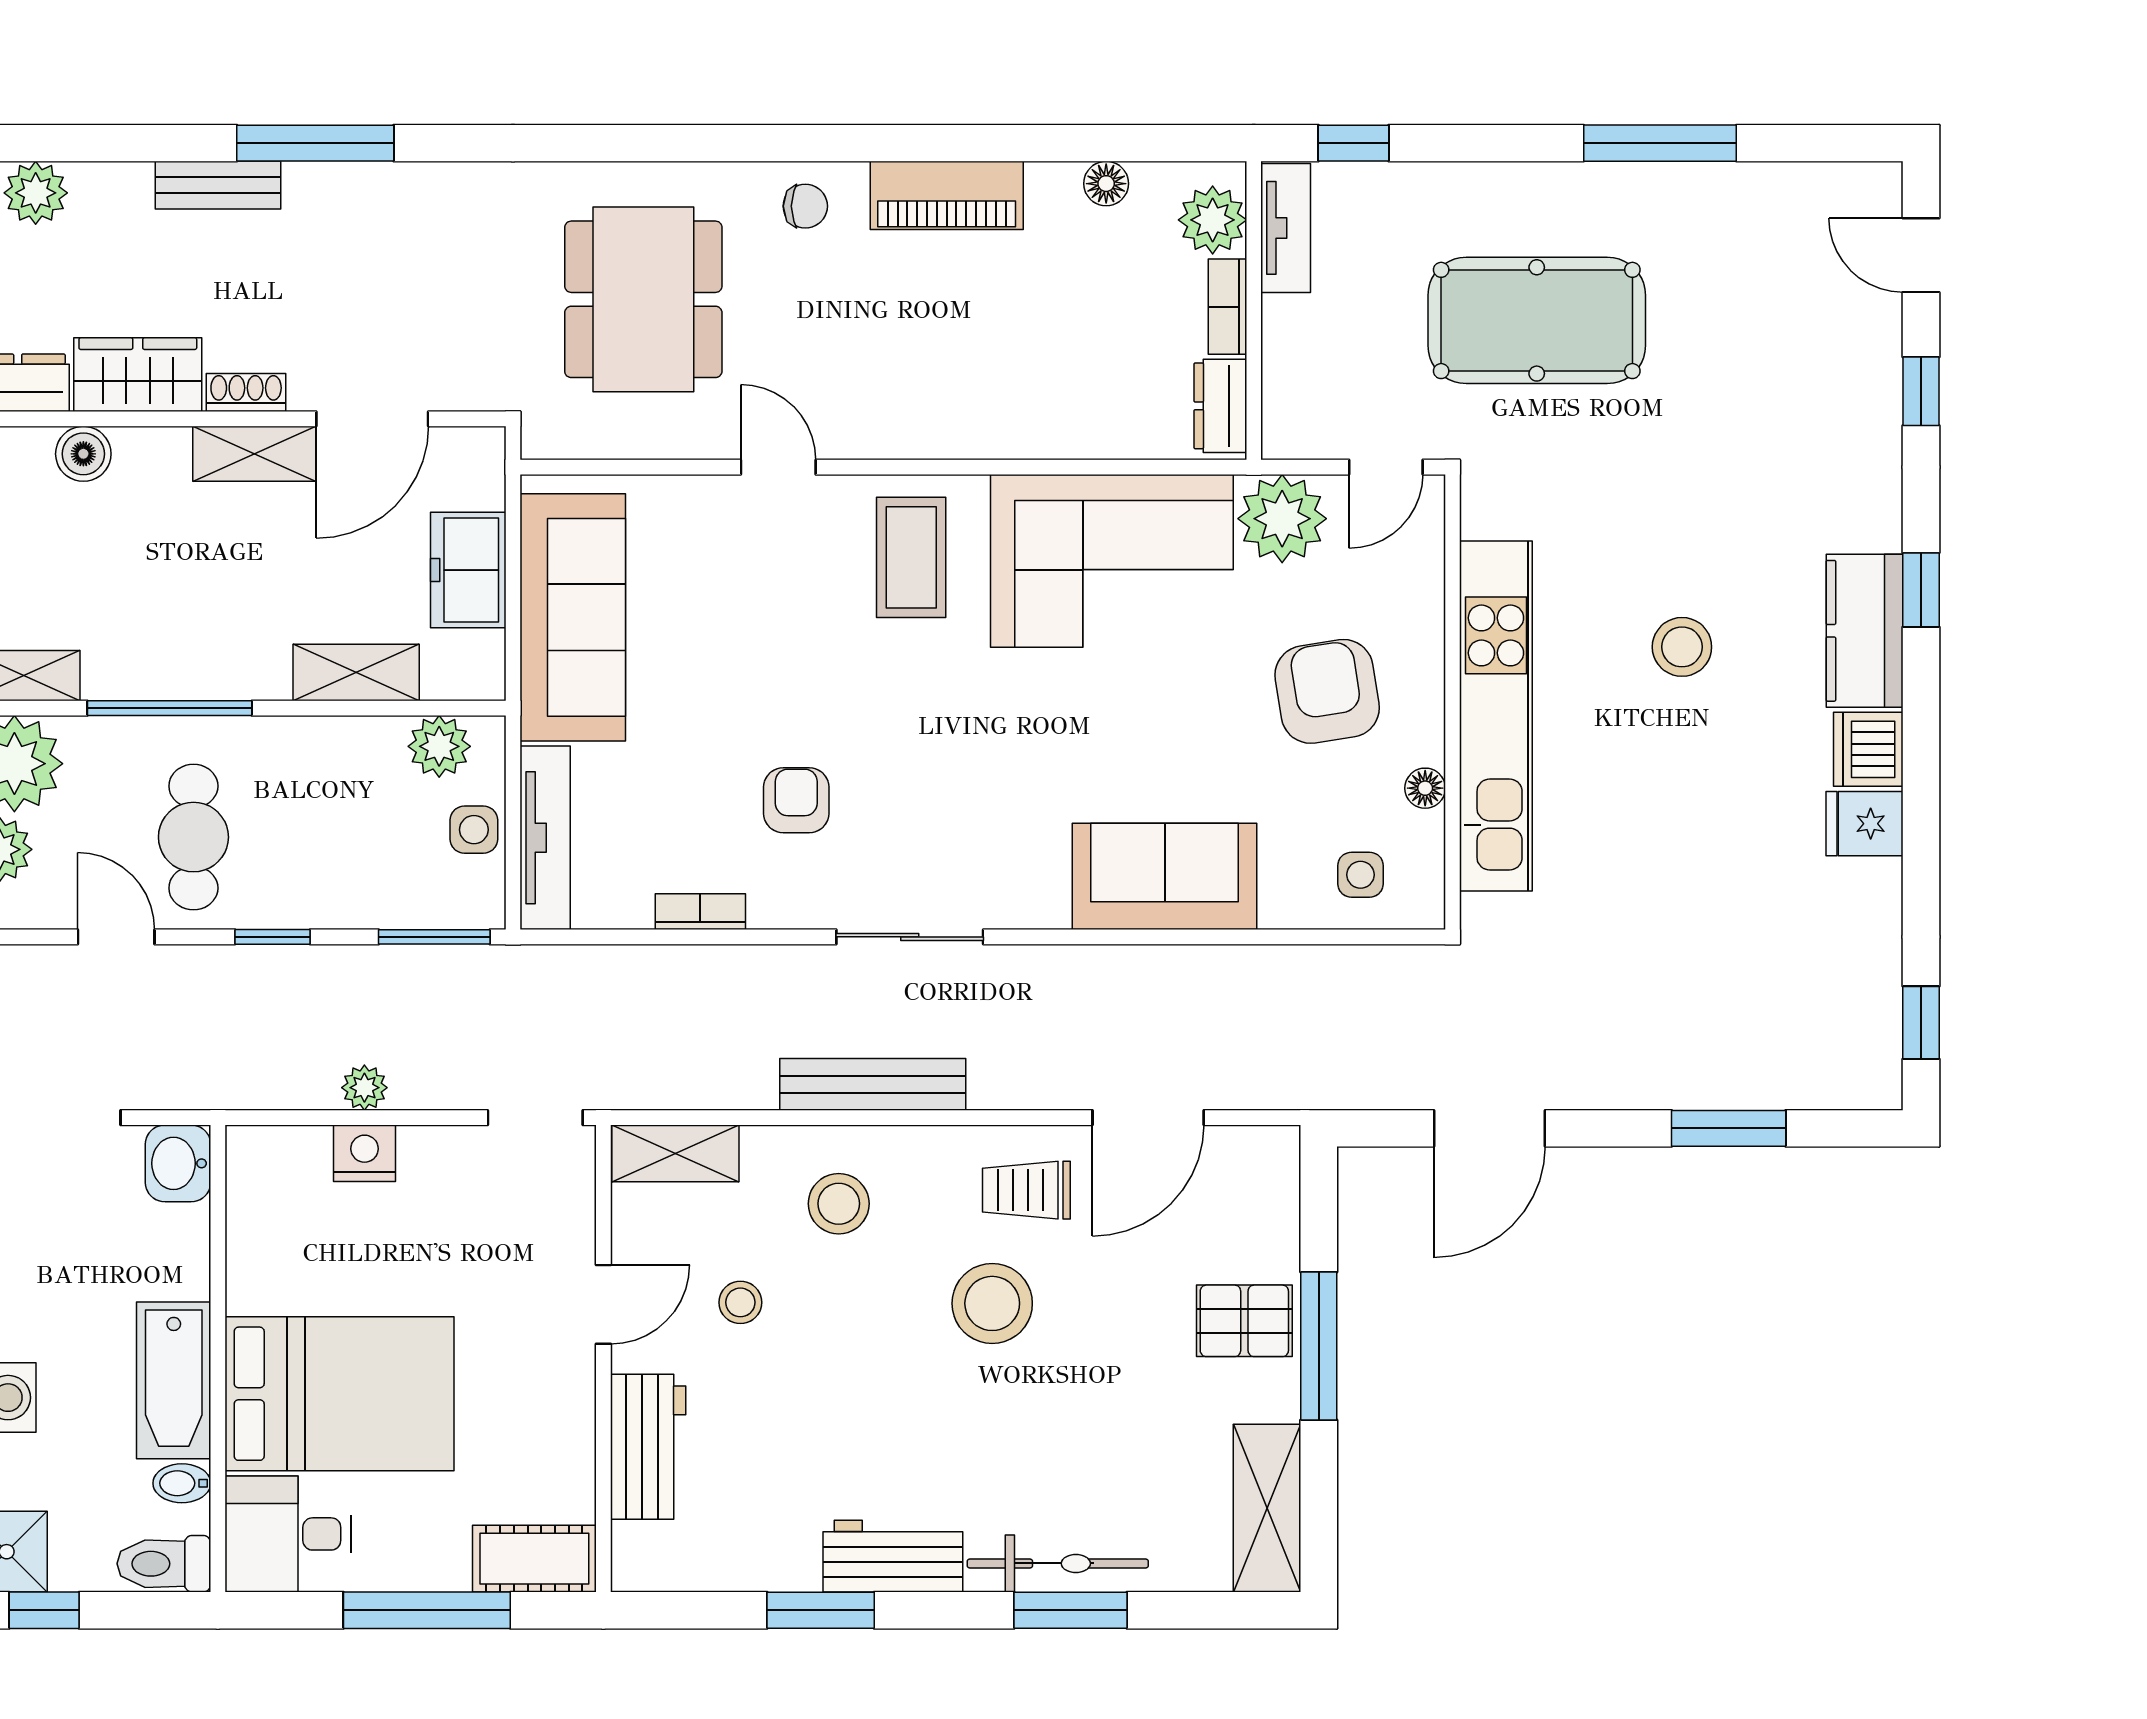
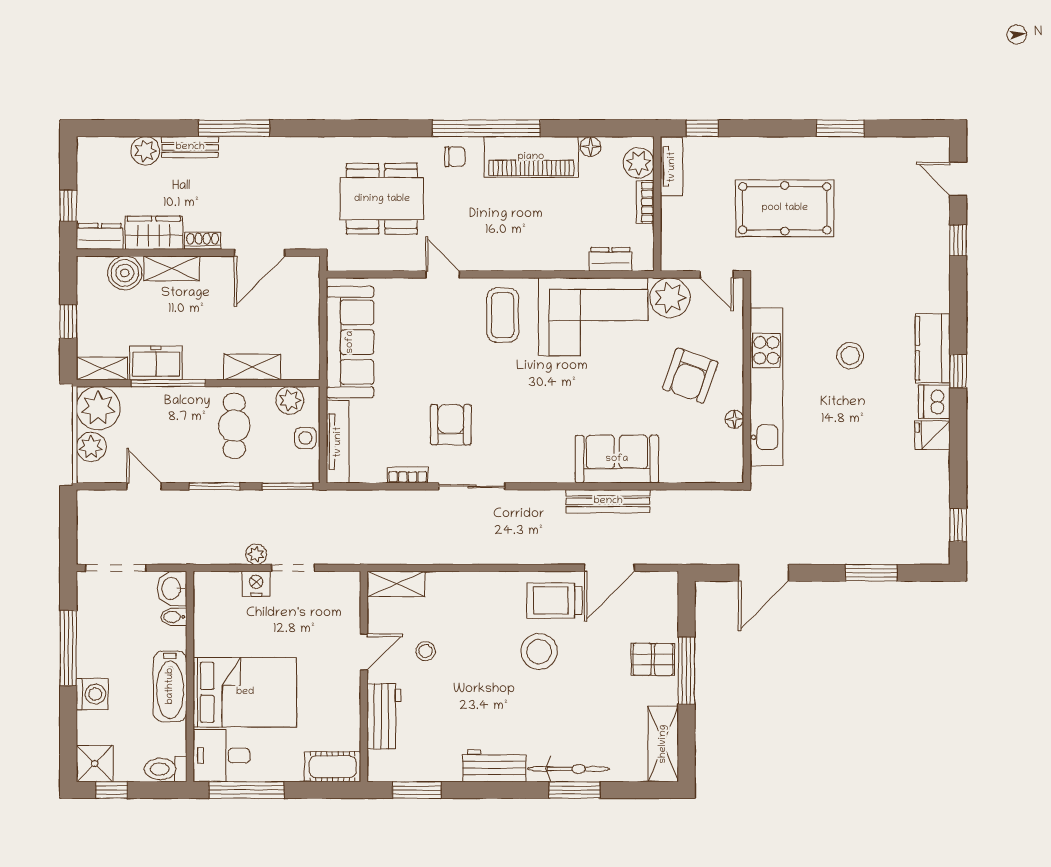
window: (875, 143) -> (486, 128), added
window: (1660, 143) -> (840, 128), width x0.69
plant: (36, 193) -> (145, 151), moved
piano: (947, 195) -> (531, 157), width x1.37, depth x1.33
dining table: (643, 299) -> (382, 199), turned 90
dresser: (1220, 406) -> (610, 259), moved, turned 90
boiler: (83, 454) -> (125, 273), width x1.36, depth x1.36
shelving: (254, 454) -> (172, 268), moved
door: (1386, 467) -> (717, 274), hinge flipped
freezer: (468, 570) -> (156, 363), moved, turned 90
window: (1921, 590) -> (958, 371), moved
armchair: (1327, 691) -> (690, 376), turned -151
armchair: (796, 800) -> (451, 425), width x1.38, depth x1.38
cafe table: (193, 837) -> (234, 426), moved
side table: (1361, 875) -> (705, 458), removed
window: (272, 937) -> (215, 486), width x1.50
sliding door: (910, 937) -> (472, 486), moved
bench: (873, 1084) -> (608, 501), moved
doorway: (535, 1118) -> (293, 568), moved
trolley: (1026, 1190) -> (555, 601), width x1.36, depth x1.39
stool: (839, 1204) -> (470, 607), removed
bidet: (182, 1483) -> (174, 617), moved
window: (427, 1610) -> (246, 790), moved
window: (821, 1610) -> (417, 790), moved

